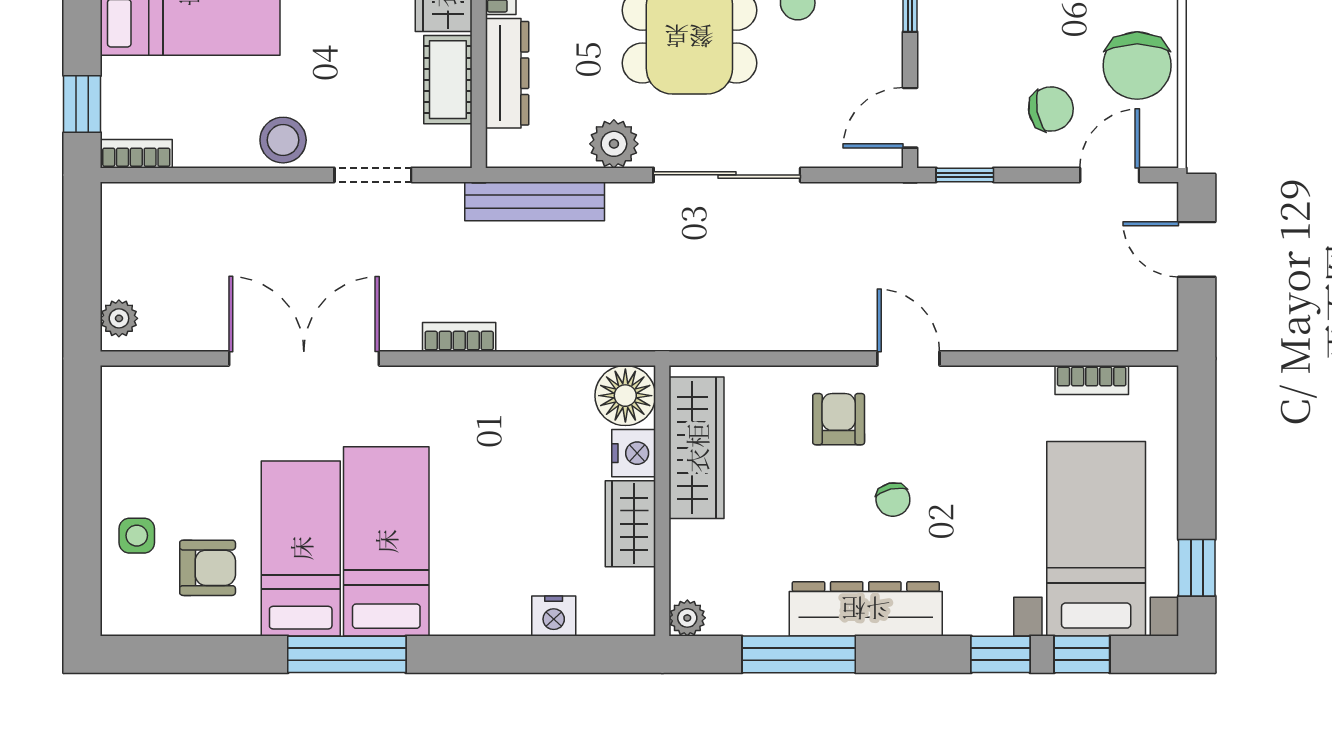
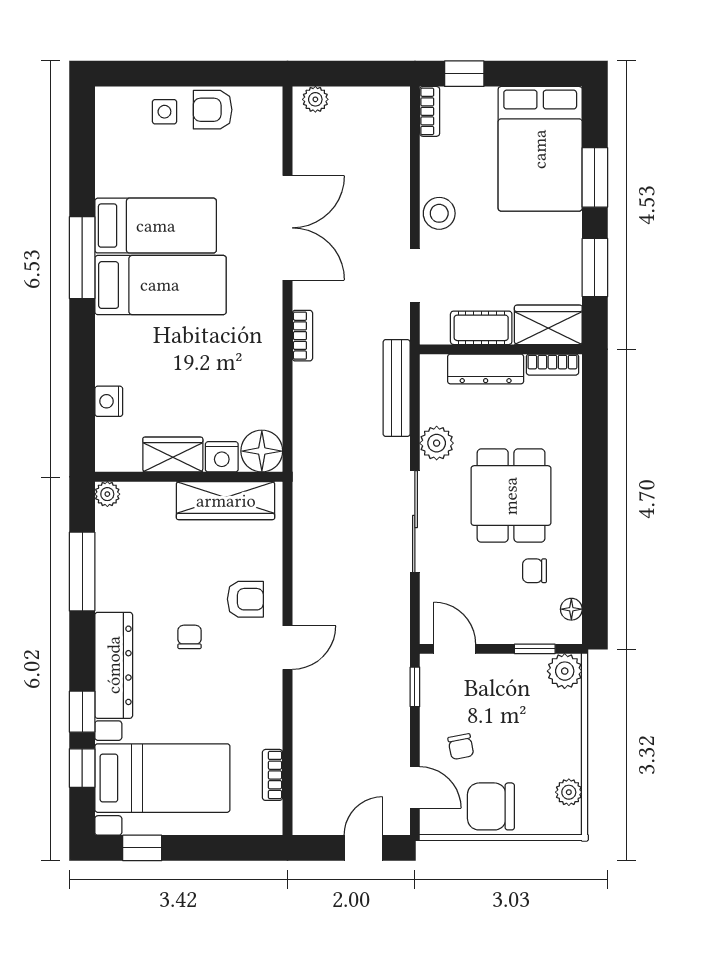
chair: (1051, 109) -> (461, 747), width x0.73, depth x0.73
chair: (893, 500) -> (190, 637), turned 103
armchair: (208, 568) -> (213, 110), moved, turned 90
dresser: (866, 609) -> (114, 665), moved

